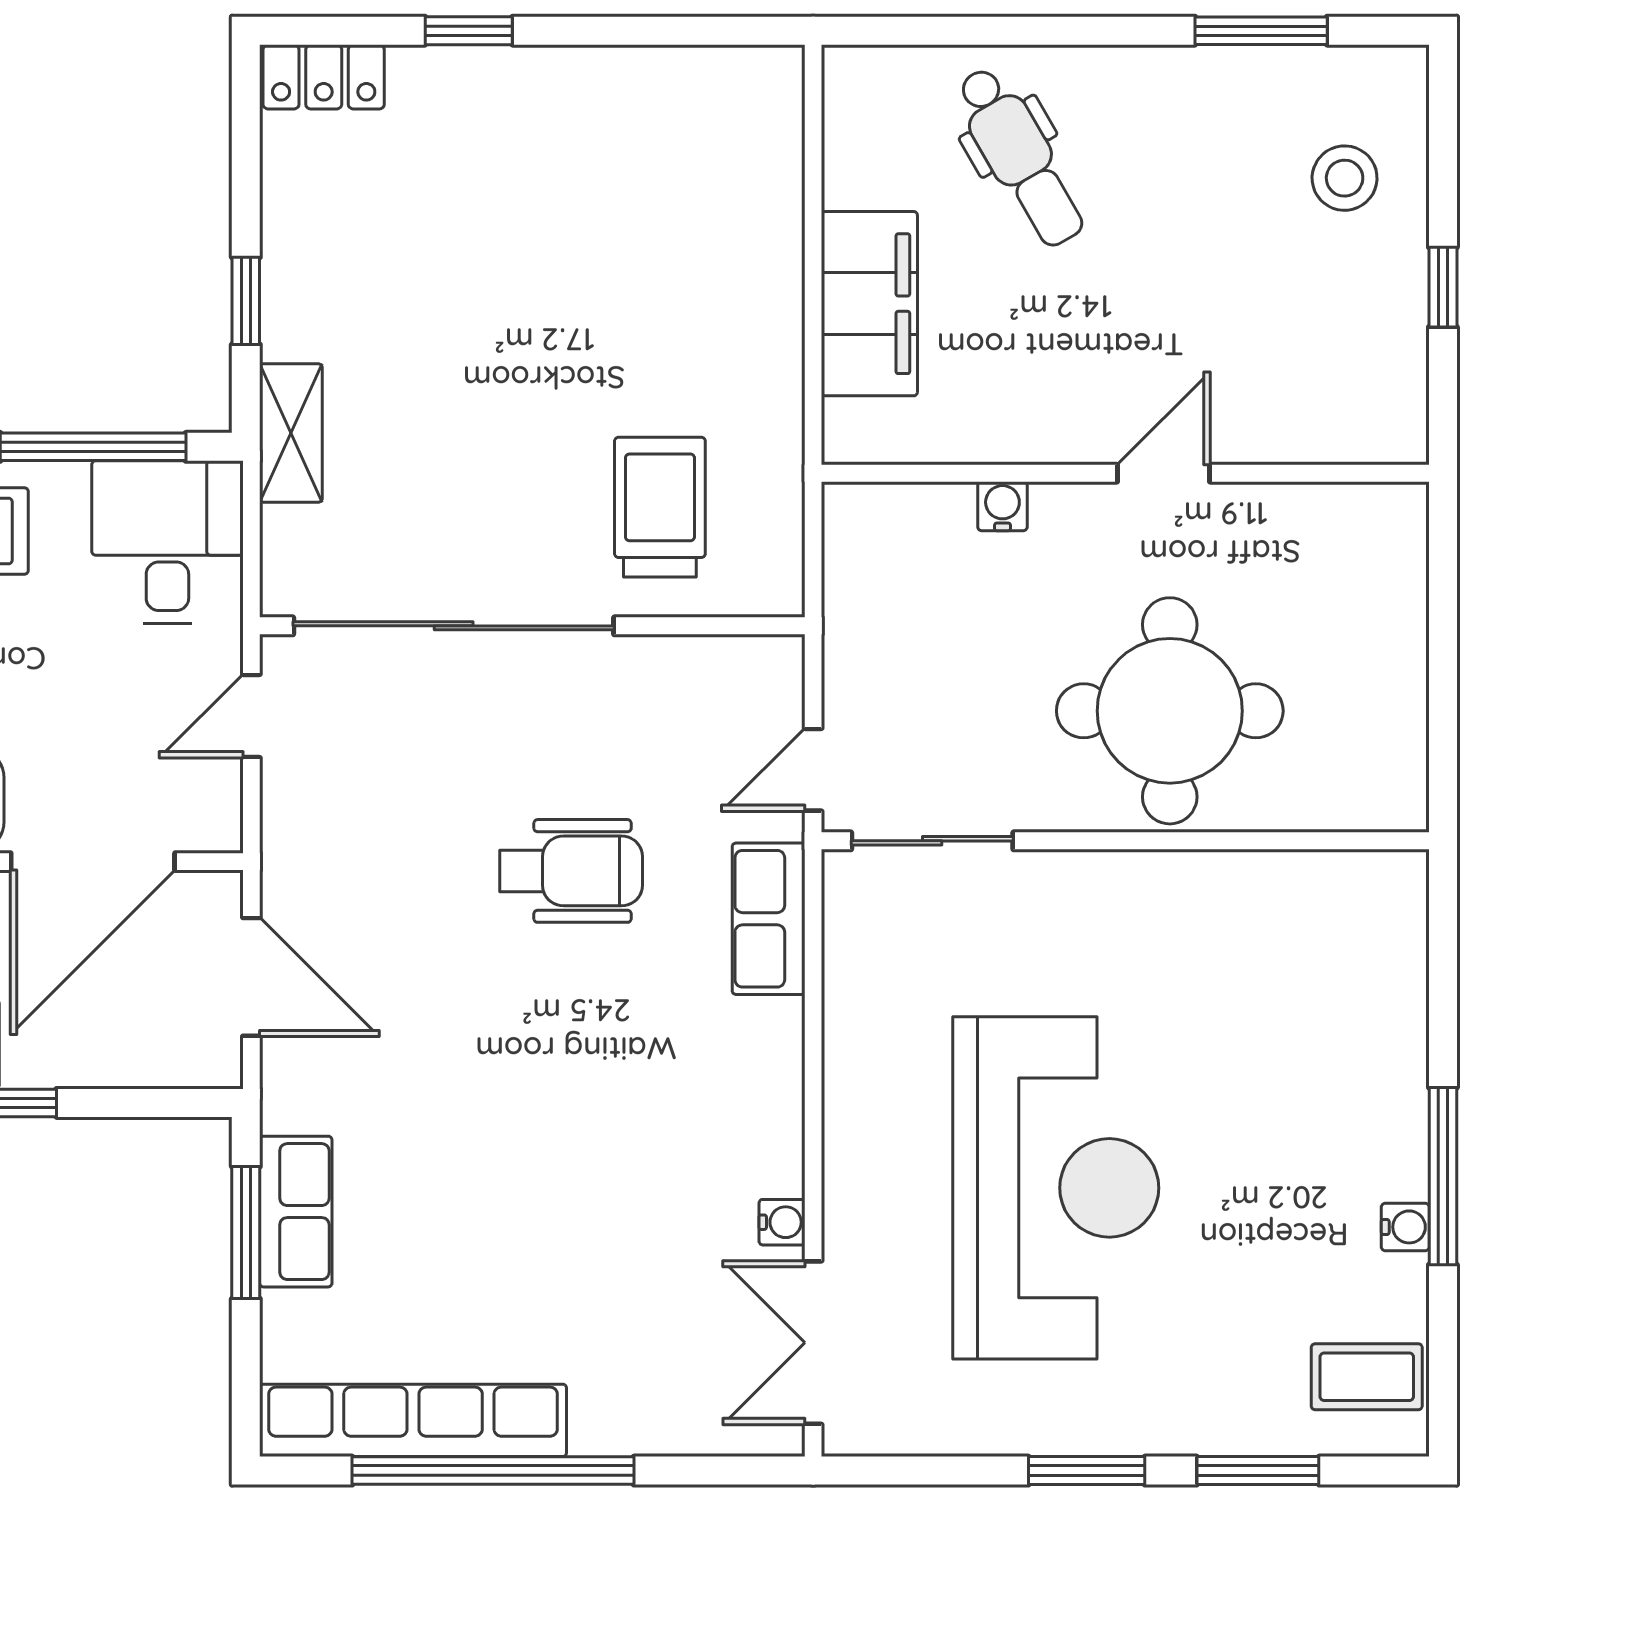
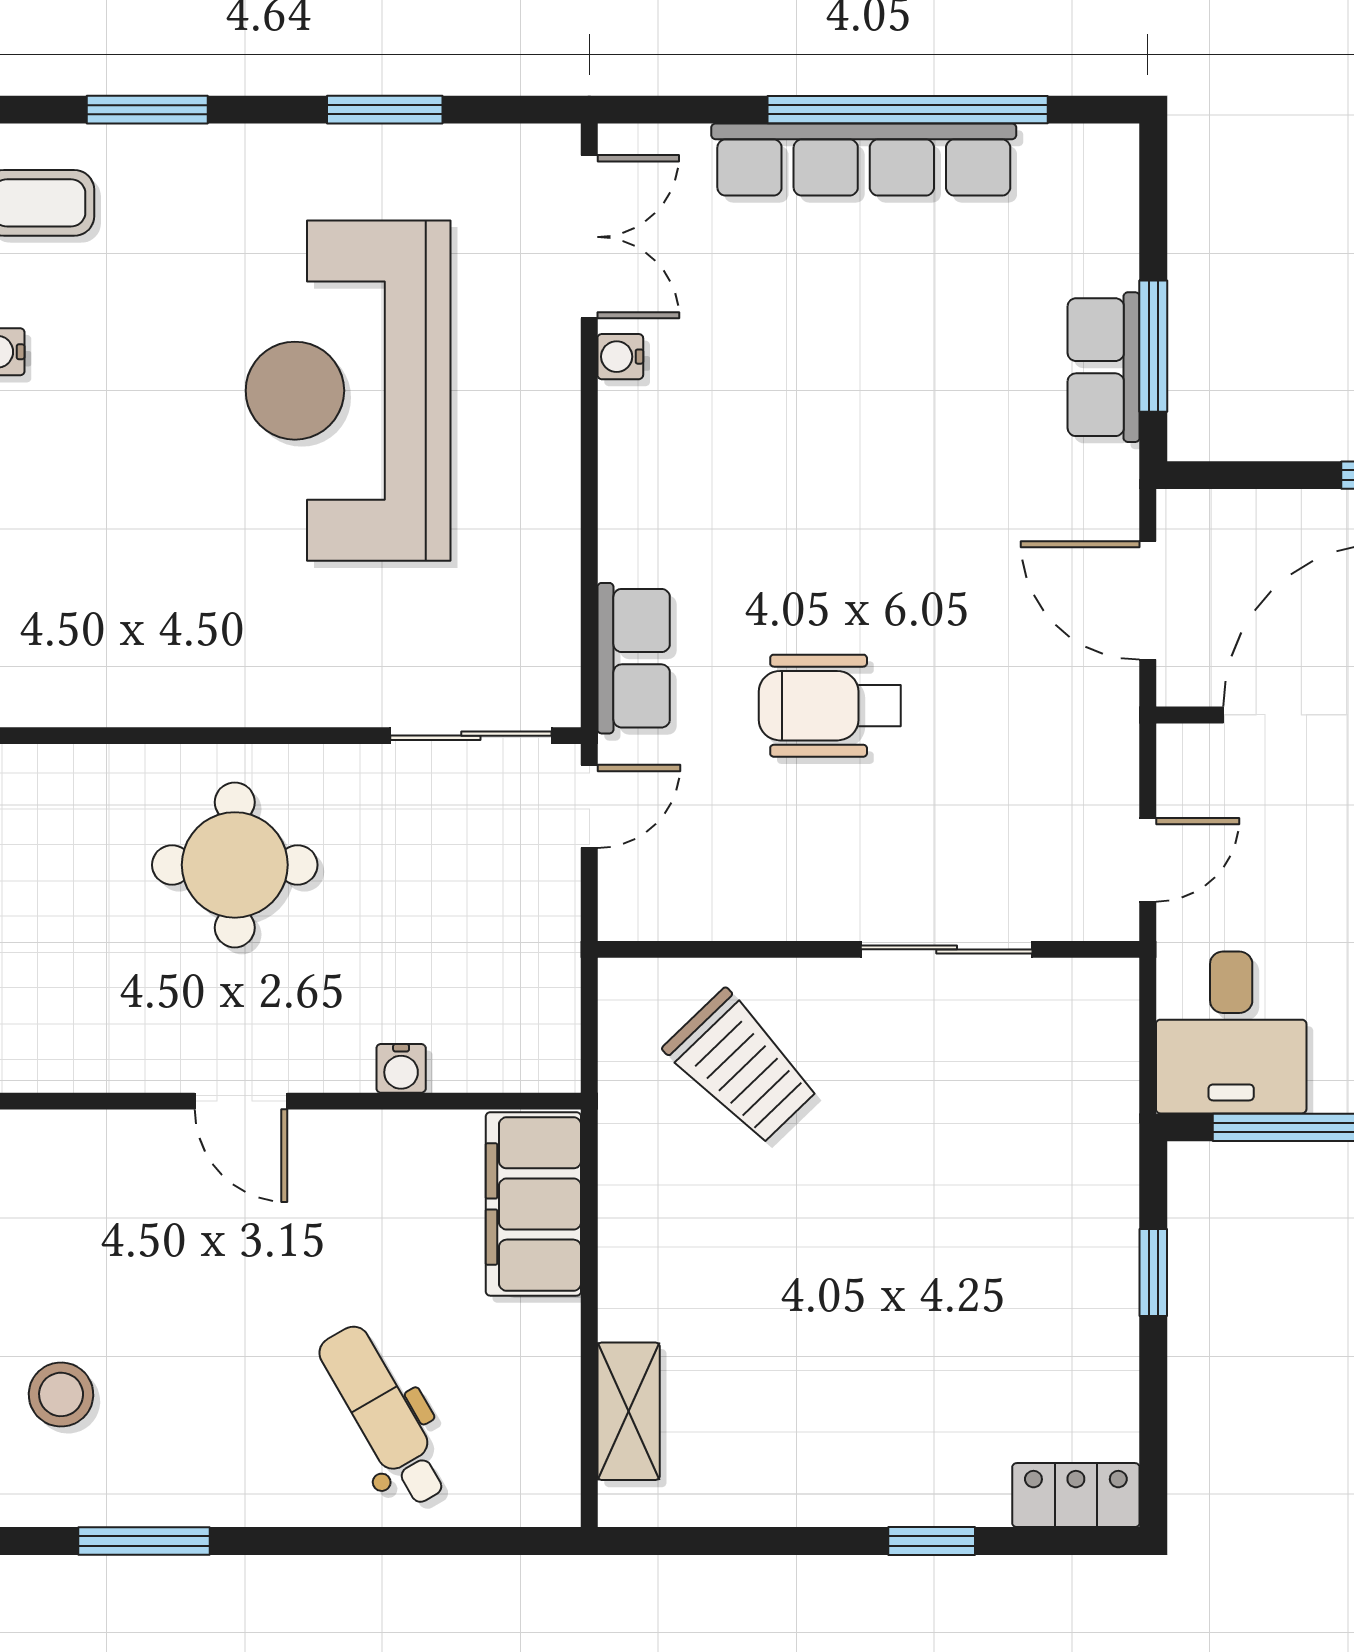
filing cabinet: (869, 304) -> (533, 1204), moved
shelving: (291, 433) -> (629, 1411), moved
door: (1163, 473) -> (241, 1101), hinge flipped
trolley: (660, 507) -> (742, 1067), turned -44
sliding door: (454, 626) -> (947, 949), width x0.54
round table: (1170, 711) -> (235, 865), width x0.73, depth x0.73
row of seats: (413, 1420) -> (864, 160), moved
window: (1087, 1471) -> (385, 110), moved

